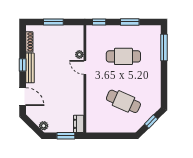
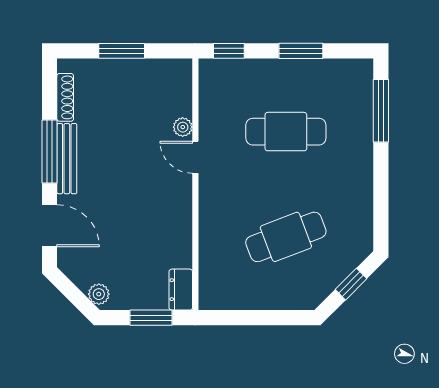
window: (23, 65) -> (50, 152), width x2.17
cafe table: (123, 101) -> (286, 237), turned -45

